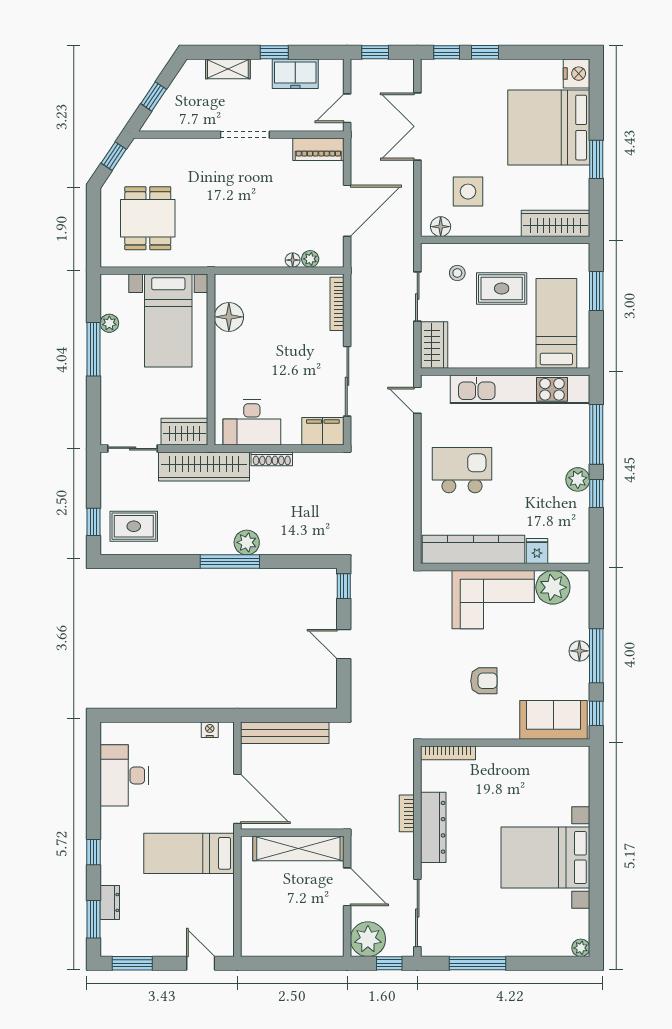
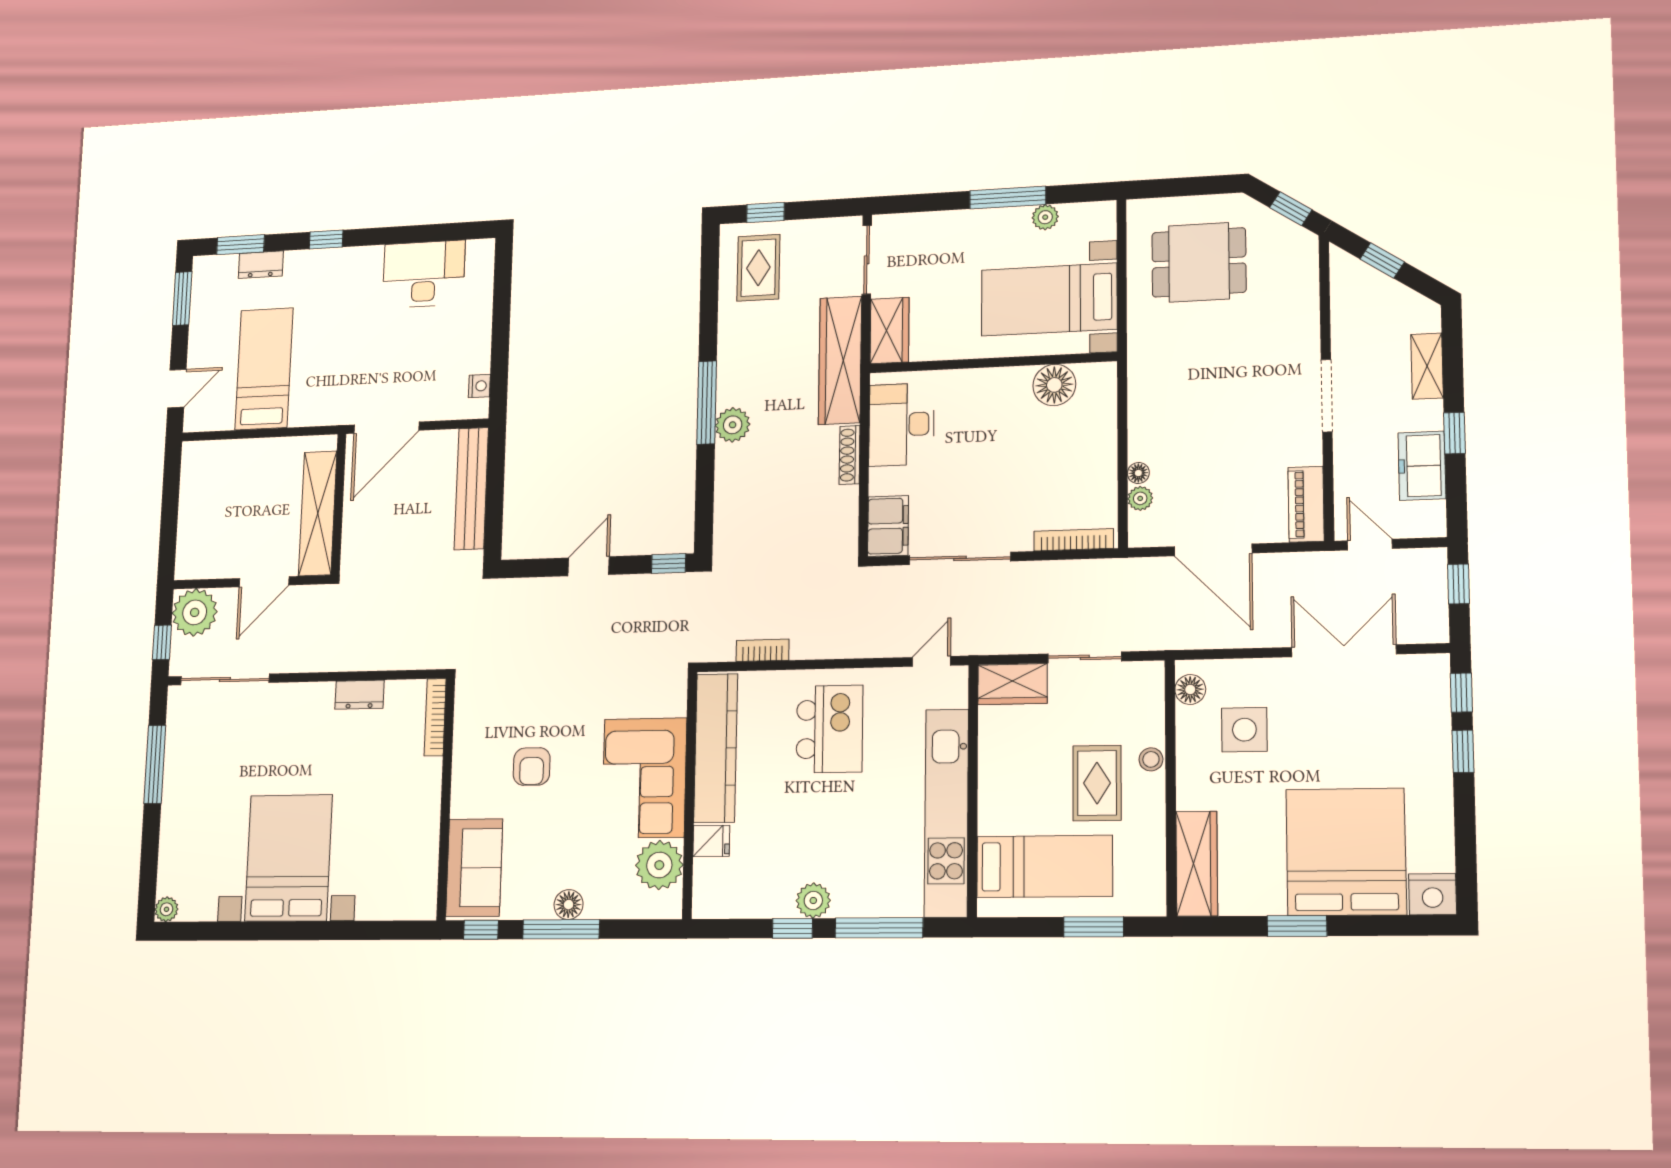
stool: (457, 273) -> (1151, 759), moved
bookcase: (407, 813) -> (763, 650), moved
dresser: (433, 827) -> (360, 695), width x0.51, depth x0.80
bed: (189, 853) -> (264, 369), moved

